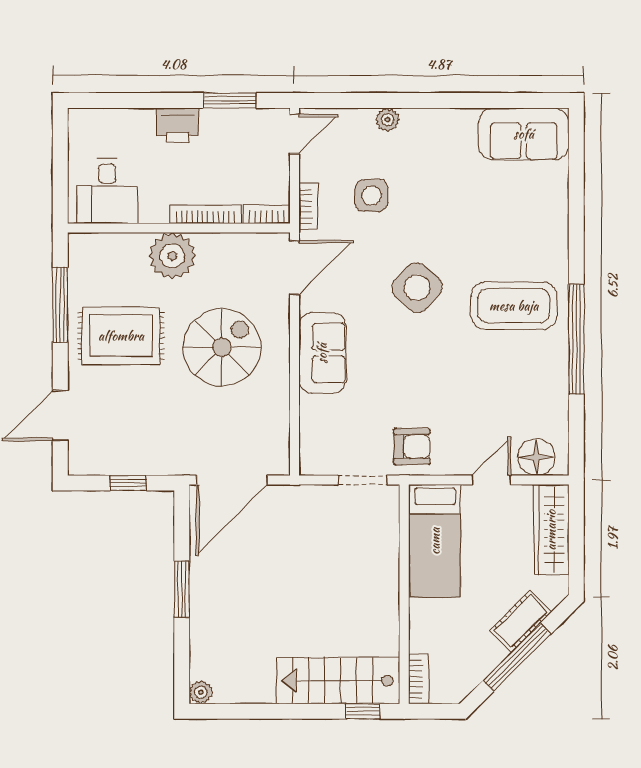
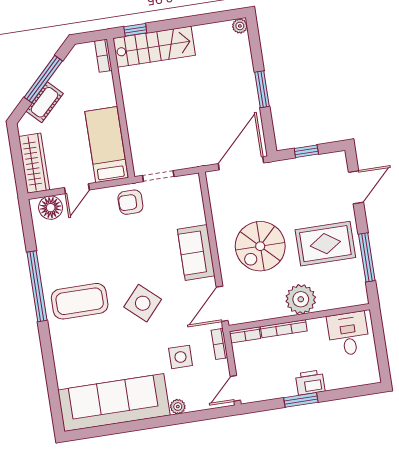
window: (230, 100) -> (301, 400), moved
sofa: (524, 134) -> (114, 403), width x1.85, depth x1.27

